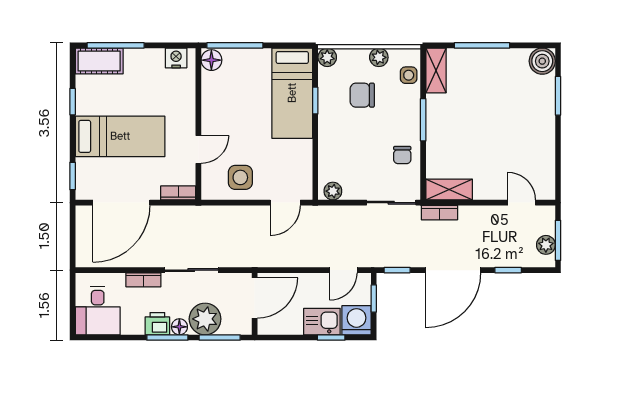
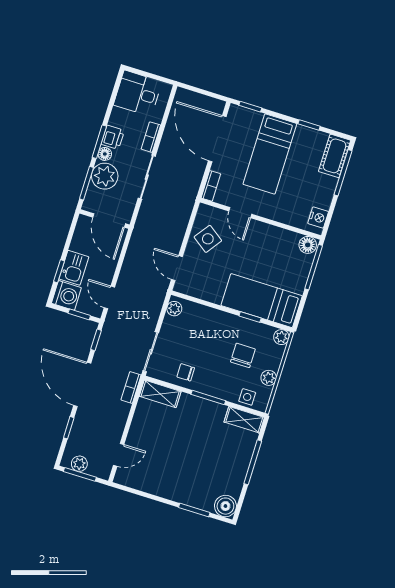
side table: (240, 177) -> (208, 239), turned 36
shelving: (449, 190) -> (160, 394), moved, turned 90

